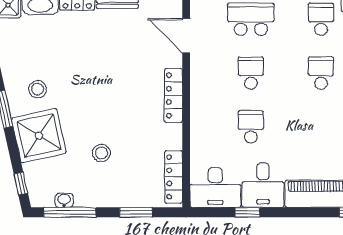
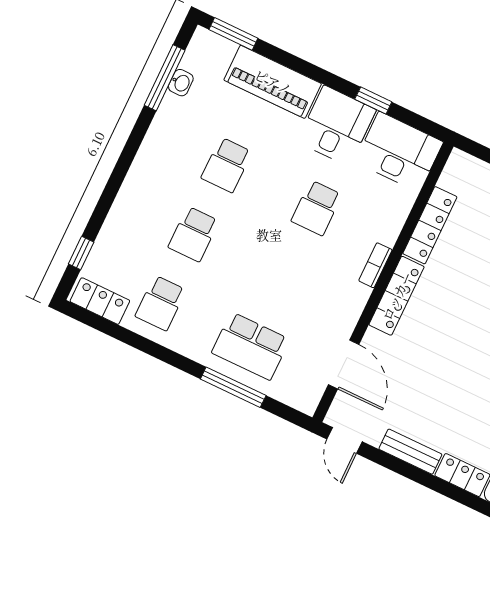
school desk: (251, 73) -> (226, 165), moved
bookcase: (196, 108) -> (375, 265), added
locker: (174, 177) -> (430, 225), moved

